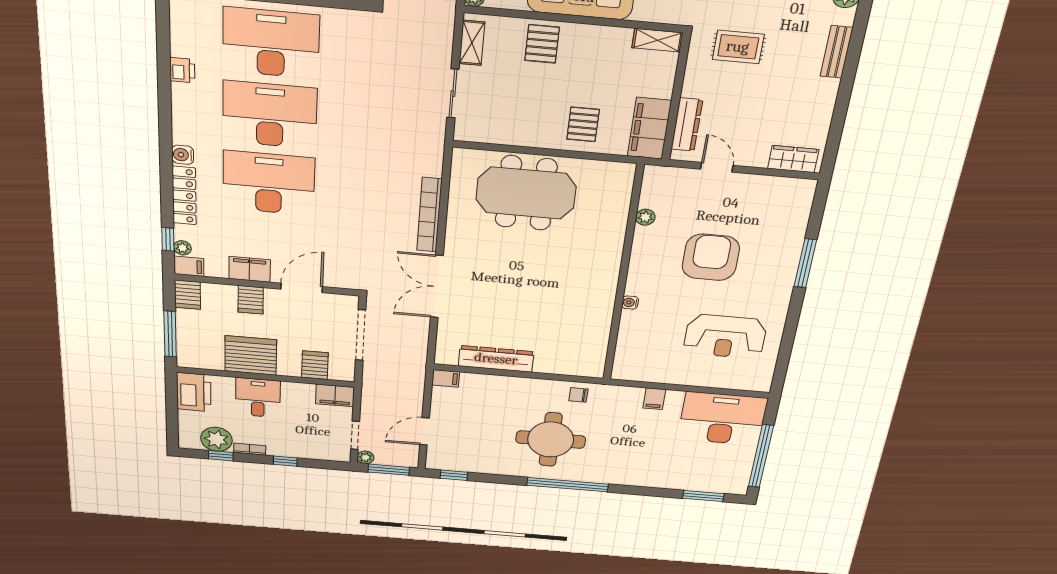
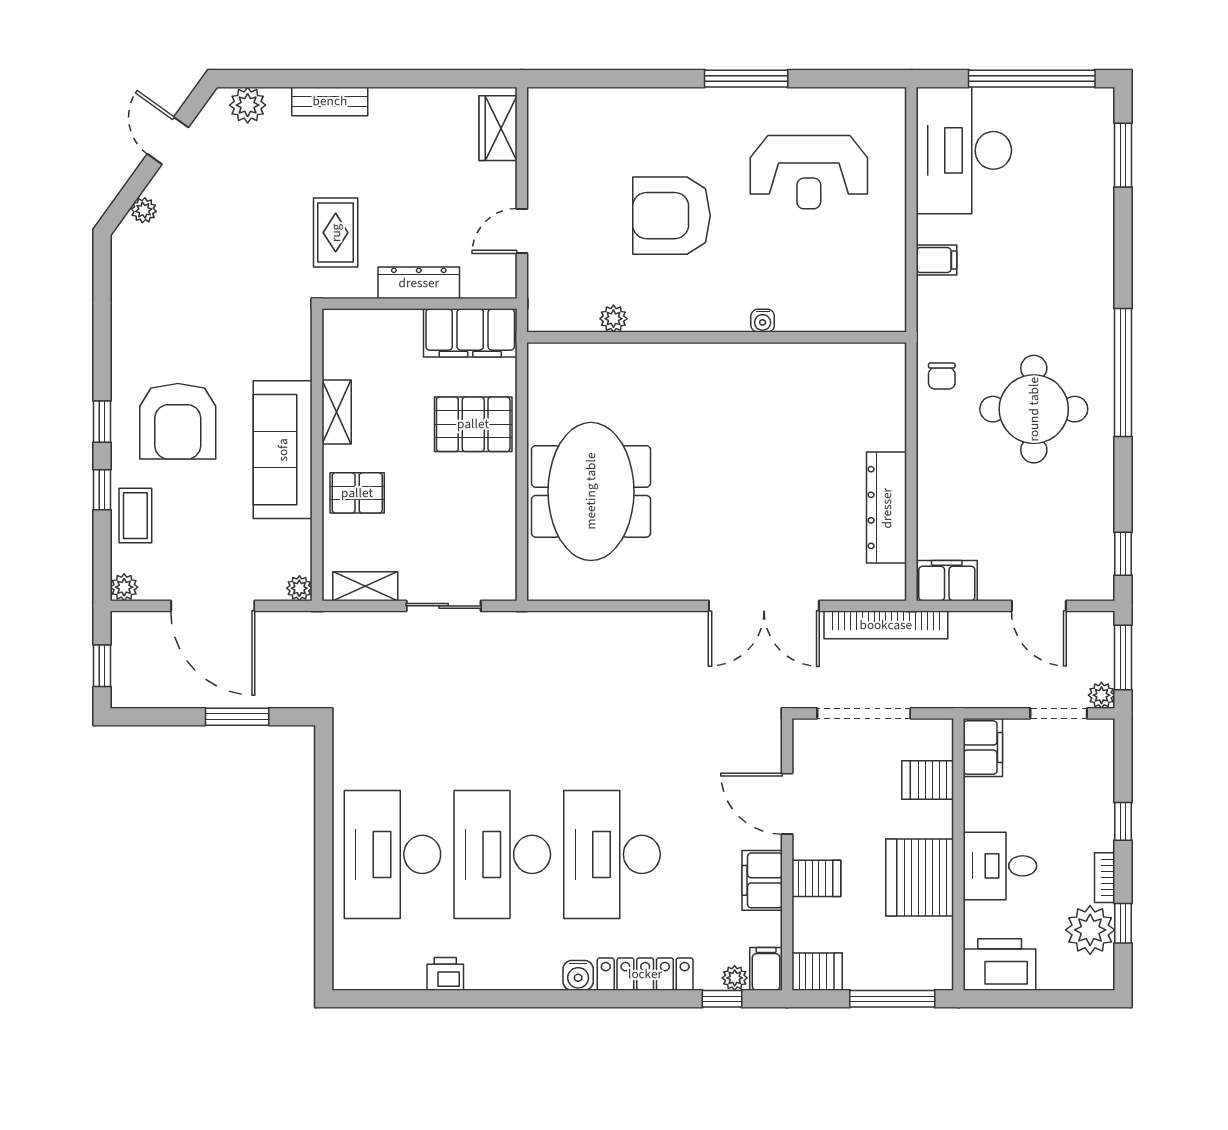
shelving: (657, 40) -> (337, 412), moved
pallet: (583, 124) -> (473, 424), width x1.50, depth x1.42
dresser: (687, 125) -> (419, 283), moved
bookcase: (429, 215) -> (886, 625), moved
window: (805, 263) -> (746, 79), moved
reception desk: (725, 336) -> (809, 172), turned 90
filing cabinet: (446, 378) -> (947, 581), width x2.00

